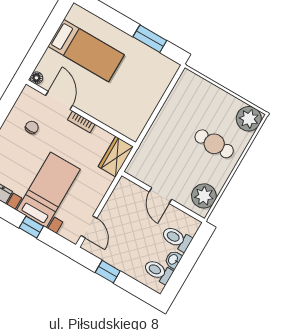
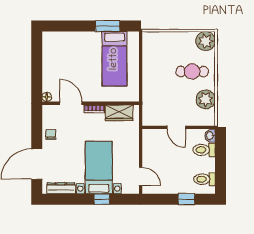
bed: (86, 51) -> (114, 59), moved, turned 90
chair: (32, 127) -> (51, 135), moved
wardrobe: (116, 157) -> (119, 113), moved, turned -90
plant: (204, 196) -> (206, 99), moved
washbasin: (173, 260) -> (210, 136), moved
window: (108, 272) -> (186, 199), moved

